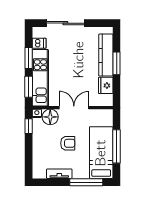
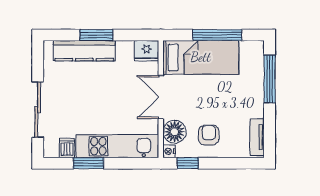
fridge: (106, 85) -> (147, 51), moved
window: (29, 87) -> (130, 163), removed
armchair: (68, 143) -> (209, 135), moved
bed: (101, 153) -> (201, 57), moved, turned 180
tv unit: (59, 174) -> (257, 137), moved

